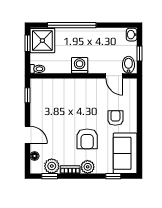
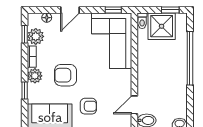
shower: (42, 41) -> (162, 26), moved
washing machine: (80, 65) -> (146, 67), removed
corner sofa: (56, 97) -> (112, 41), added
window: (113, 176) -> (25, 90), moved

